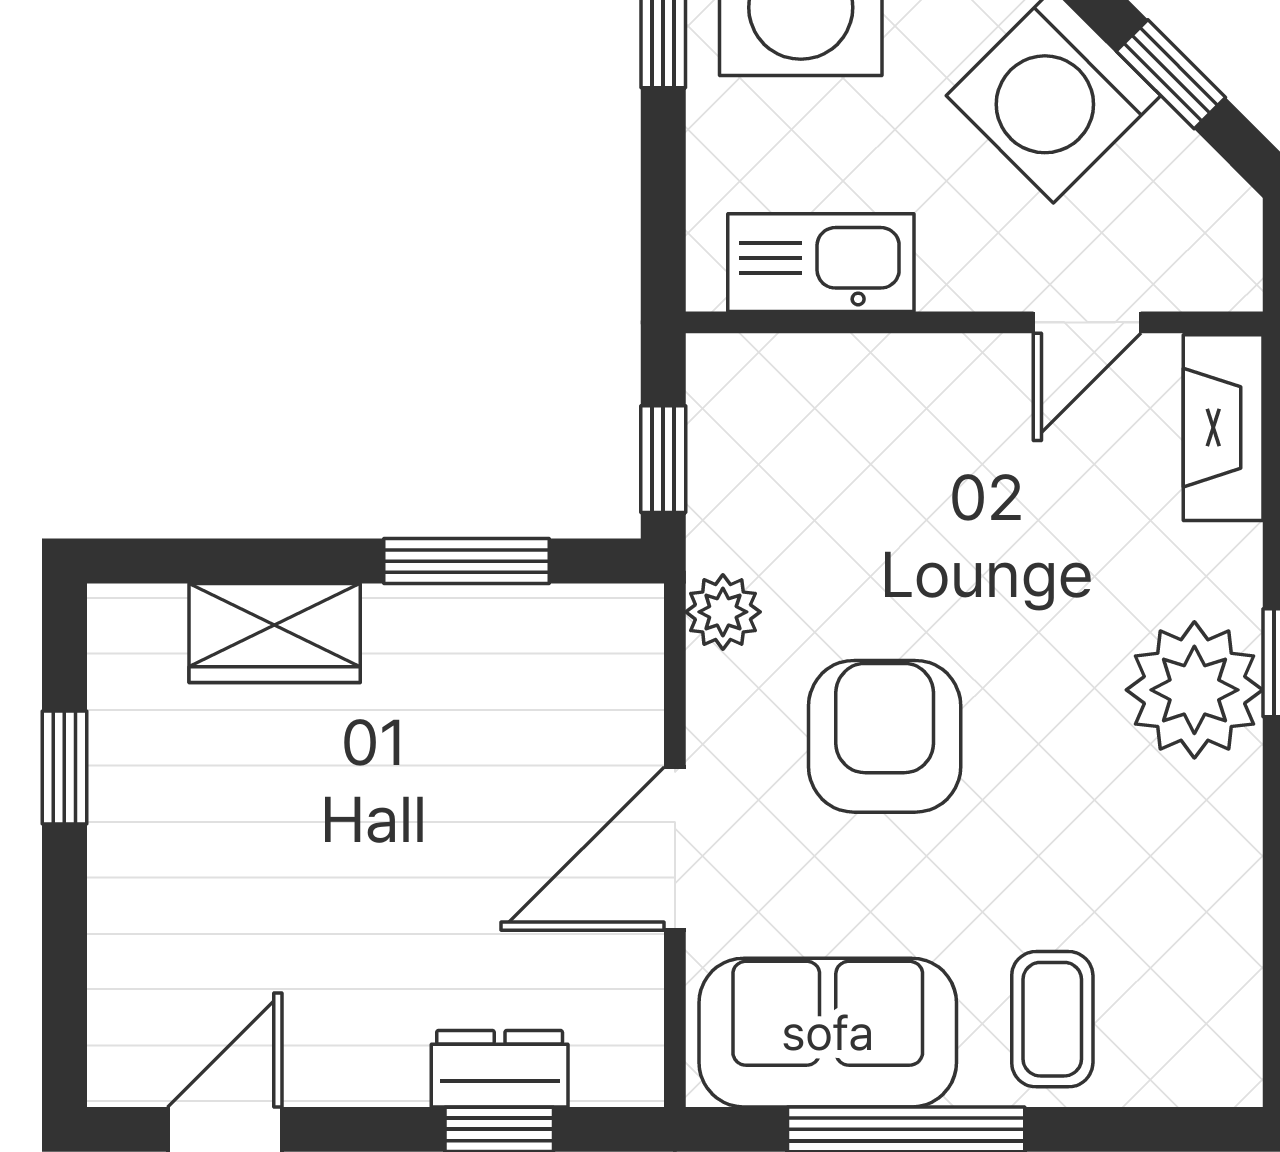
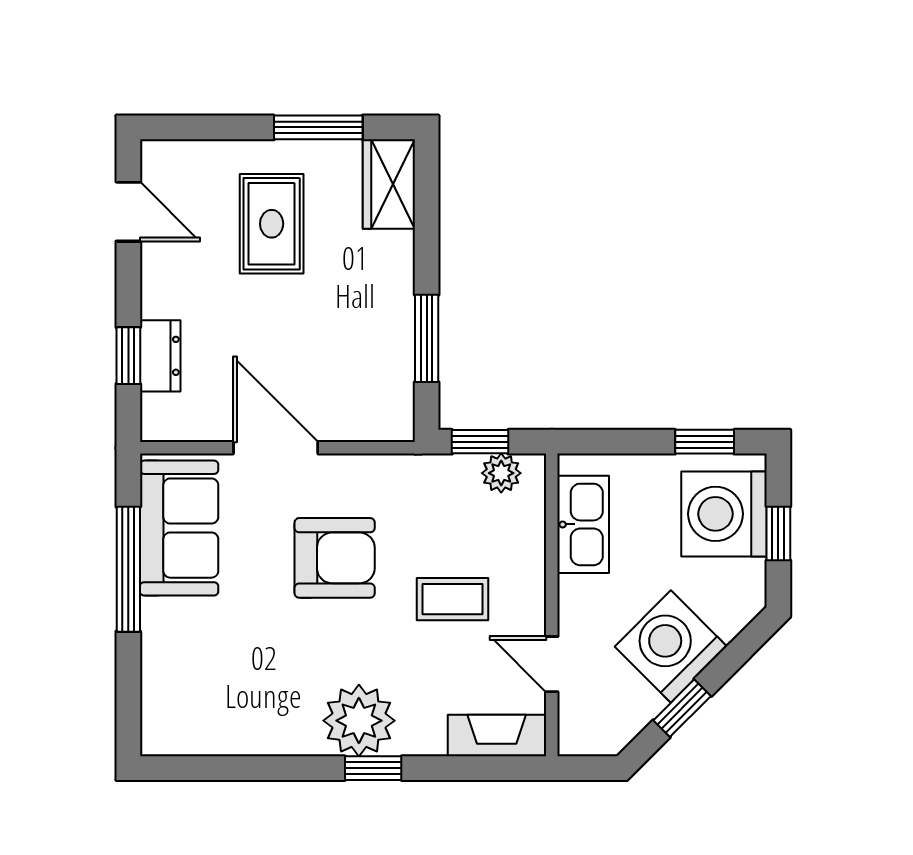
plant: (723, 612) -> (501, 473), moved
wardrobe: (275, 633) -> (389, 184), moved
window: (64, 768) -> (318, 127), width x1.50
rug: (248, 856) -> (272, 224), added
coffee table: (1052, 1019) -> (453, 599), moved

